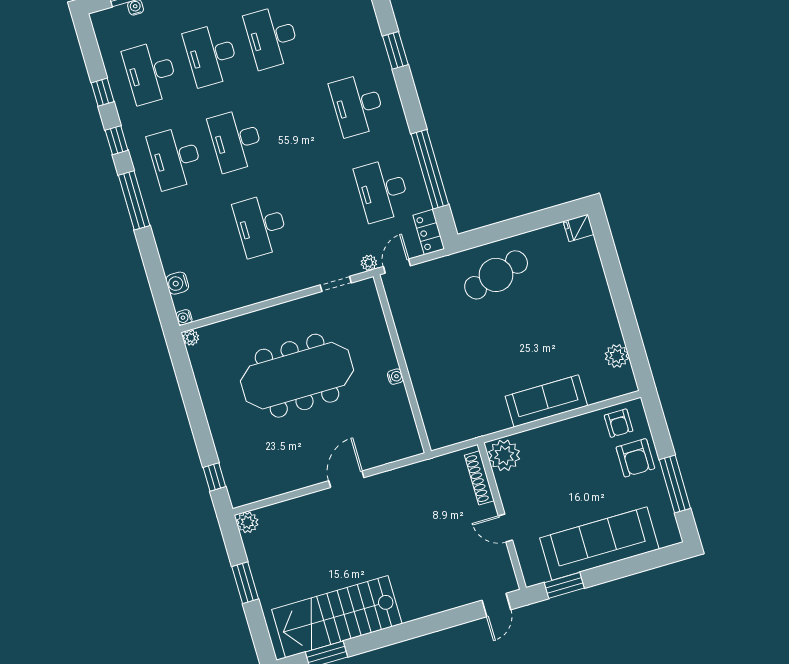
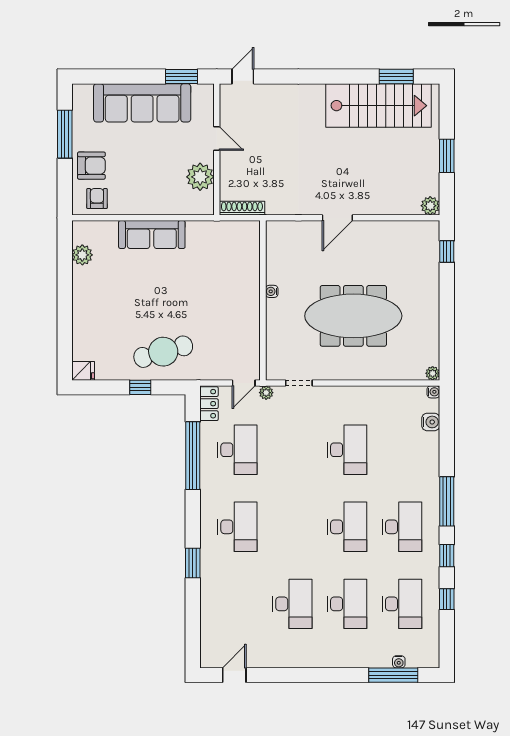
window: (510, 228) -> (140, 387), added
plant: (504, 455) -> (200, 177), moved
armchair: (635, 458) -> (91, 166), turned 90
shoe rack: (479, 478) -> (242, 208), moved, turned -90

